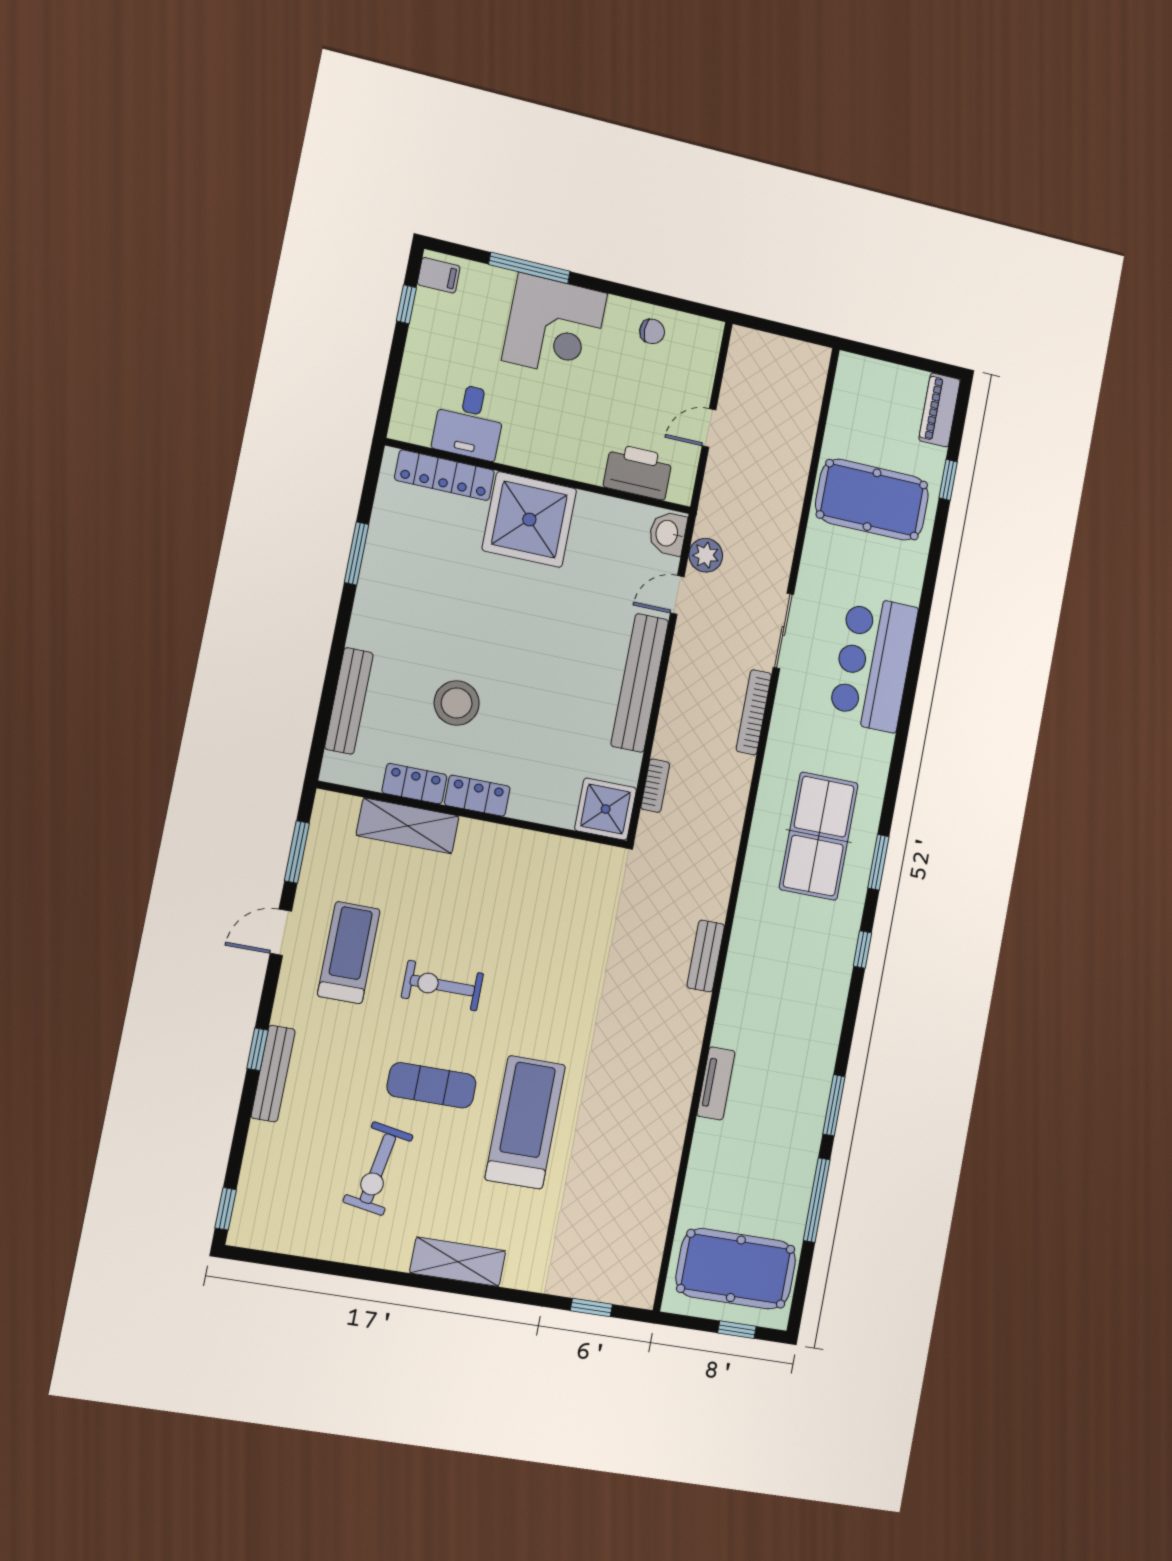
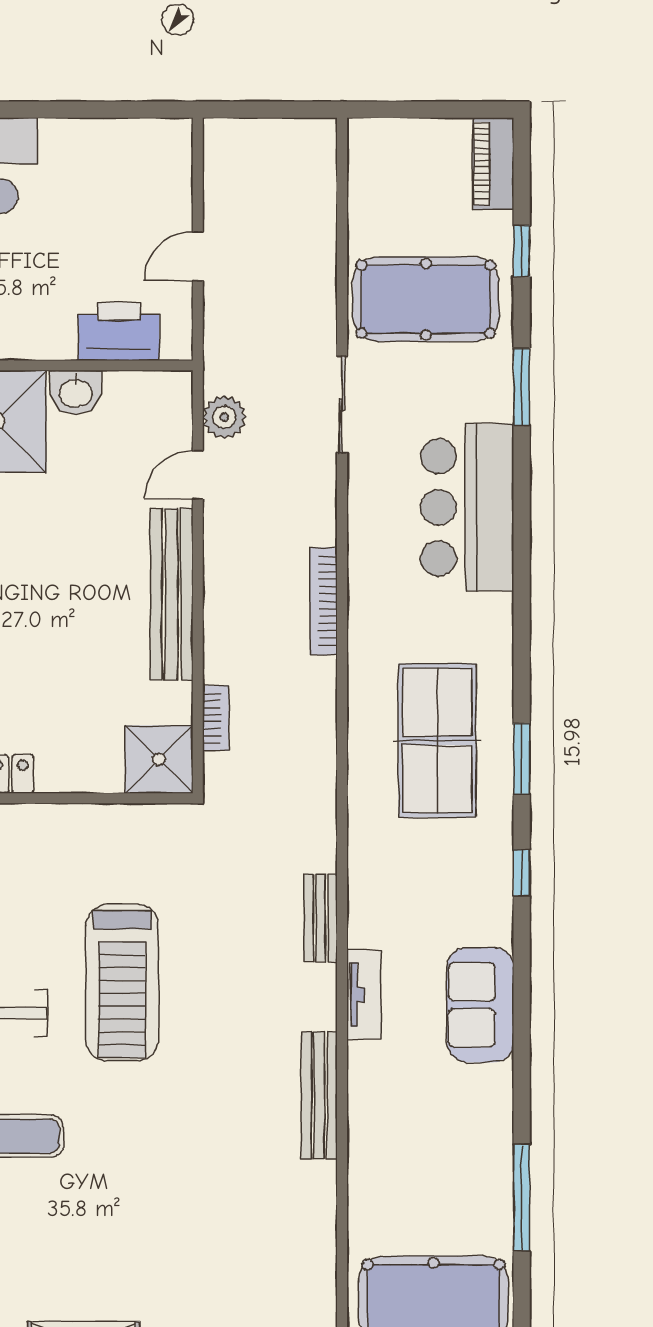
chair: (652, 331) -> (103, 152), removed
washbasin: (668, 533) -> (76, 392), moved, turned -90
sliding door: (783, 631) -> (342, 405), moved
sofa: (813, 1045) -> (480, 1005), added
tv unit: (716, 1083) -> (364, 995), moved
bench: (679, 1095) -> (319, 1095), added
window: (834, 1105) -> (522, 387), moved
treadmill: (525, 1122) -> (122, 983), moved, turned 180

